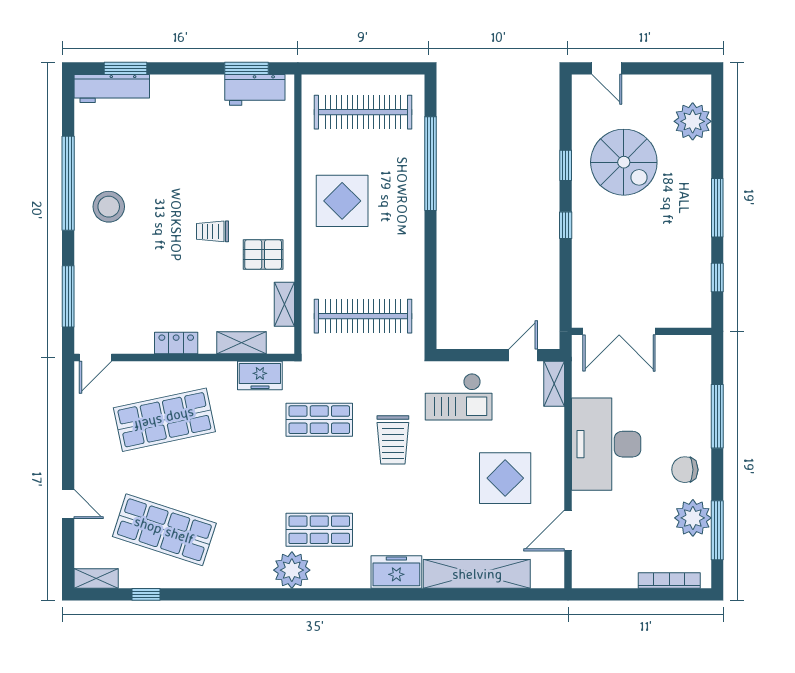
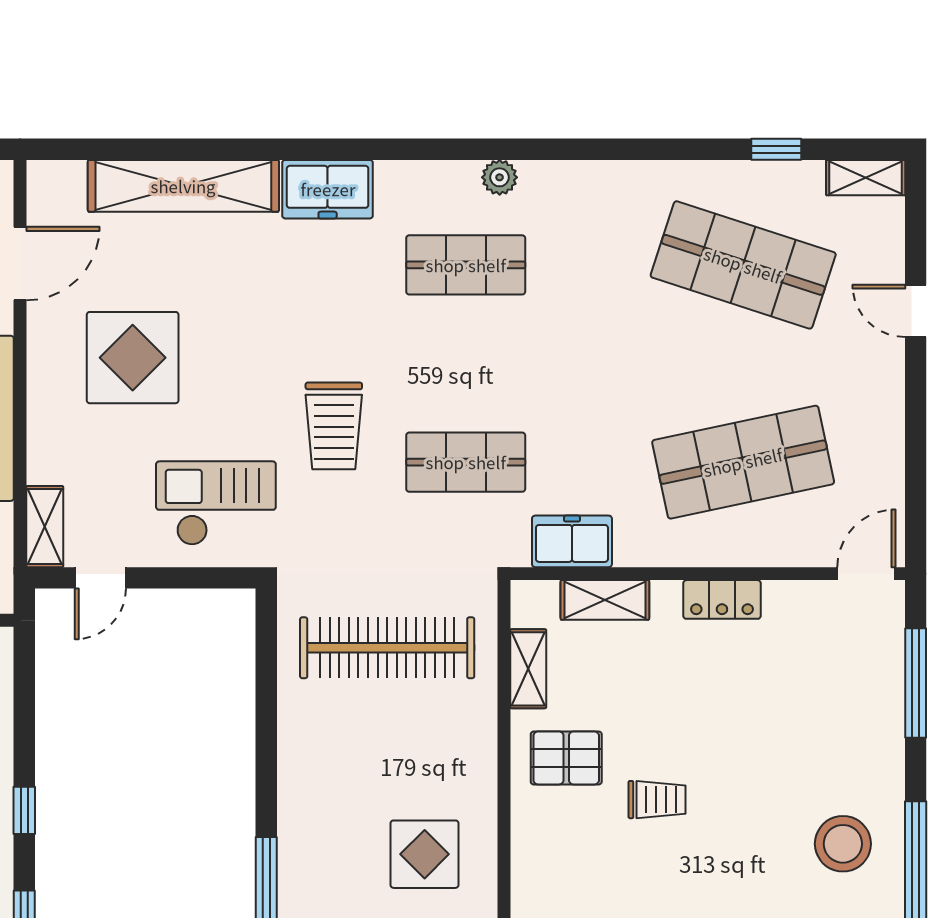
display table: (342, 201) -> (425, 854), width x0.73, depth x0.73
trolley: (393, 440) -> (334, 426), turned 180
plant: (292, 570) -> (500, 177), width x0.53, depth x0.53

